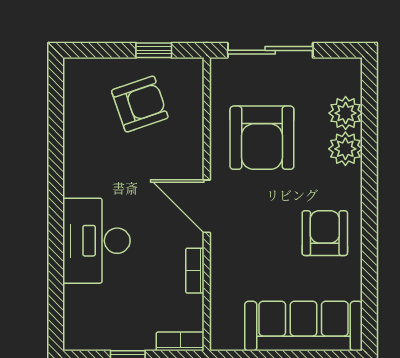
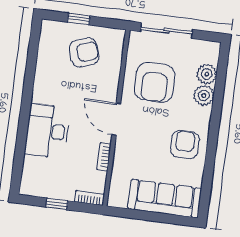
window: (154, 50) -> (79, 19), moved

